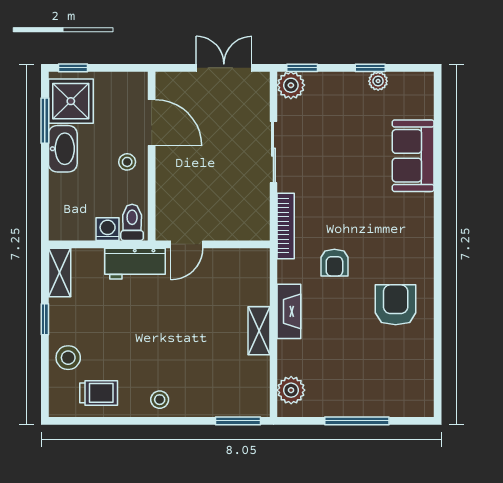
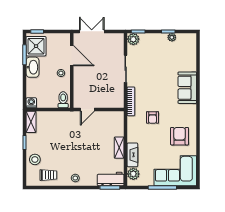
double door: (224, 68) -> (92, 31), moved
sofa: (413, 156) -> (187, 88), moved
washing machine: (108, 229) -> (31, 103), moved
workbench: (135, 264) -> (111, 179), moved, turned 180
fireplace: (289, 311) -> (132, 155), moved
corner sofa: (386, 383) -> (175, 171), added

